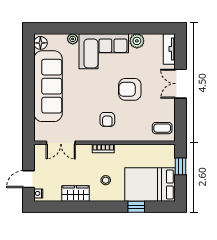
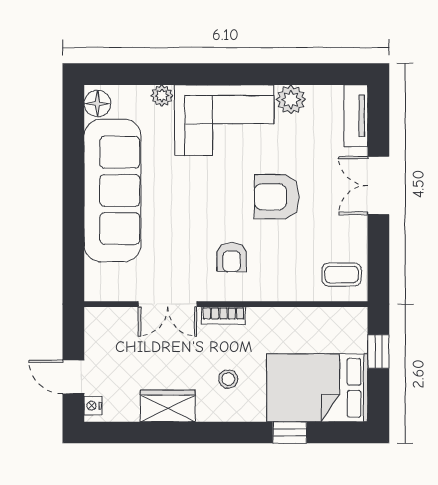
double door: (61, 143) -> (168, 304), moved
door: (29, 179) -> (73, 377), hinge flipped

